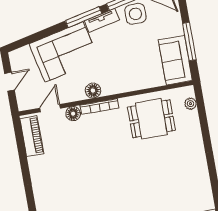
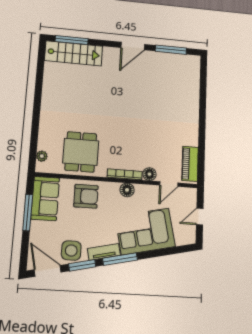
armchair: (134, 73) -> (86, 196), added
dining table: (151, 119) -> (81, 152), turned 90

